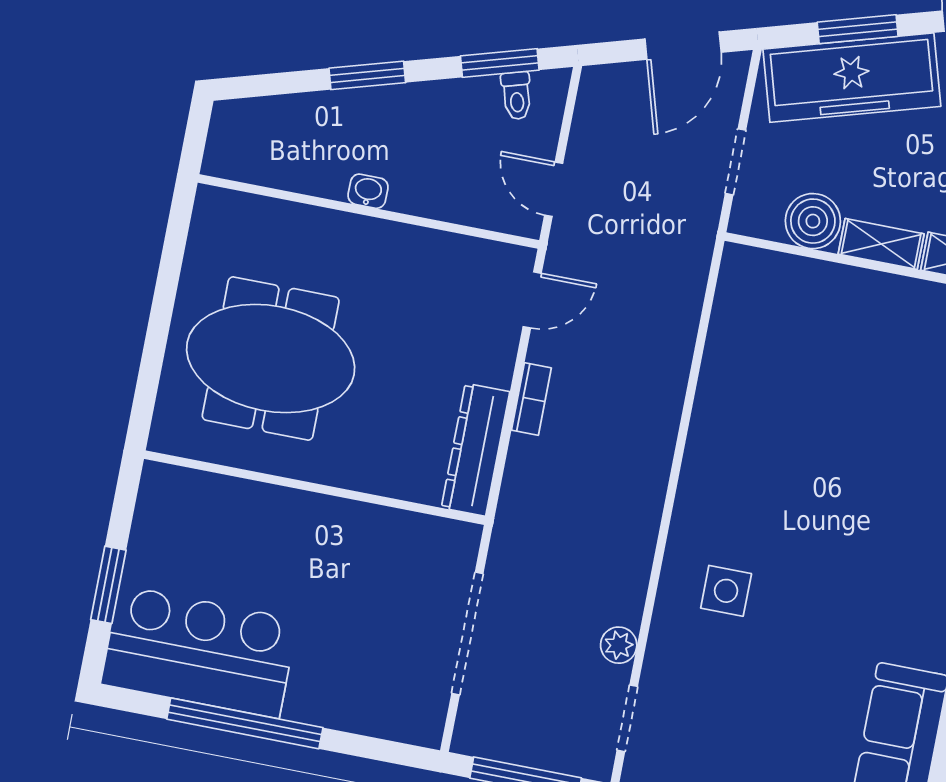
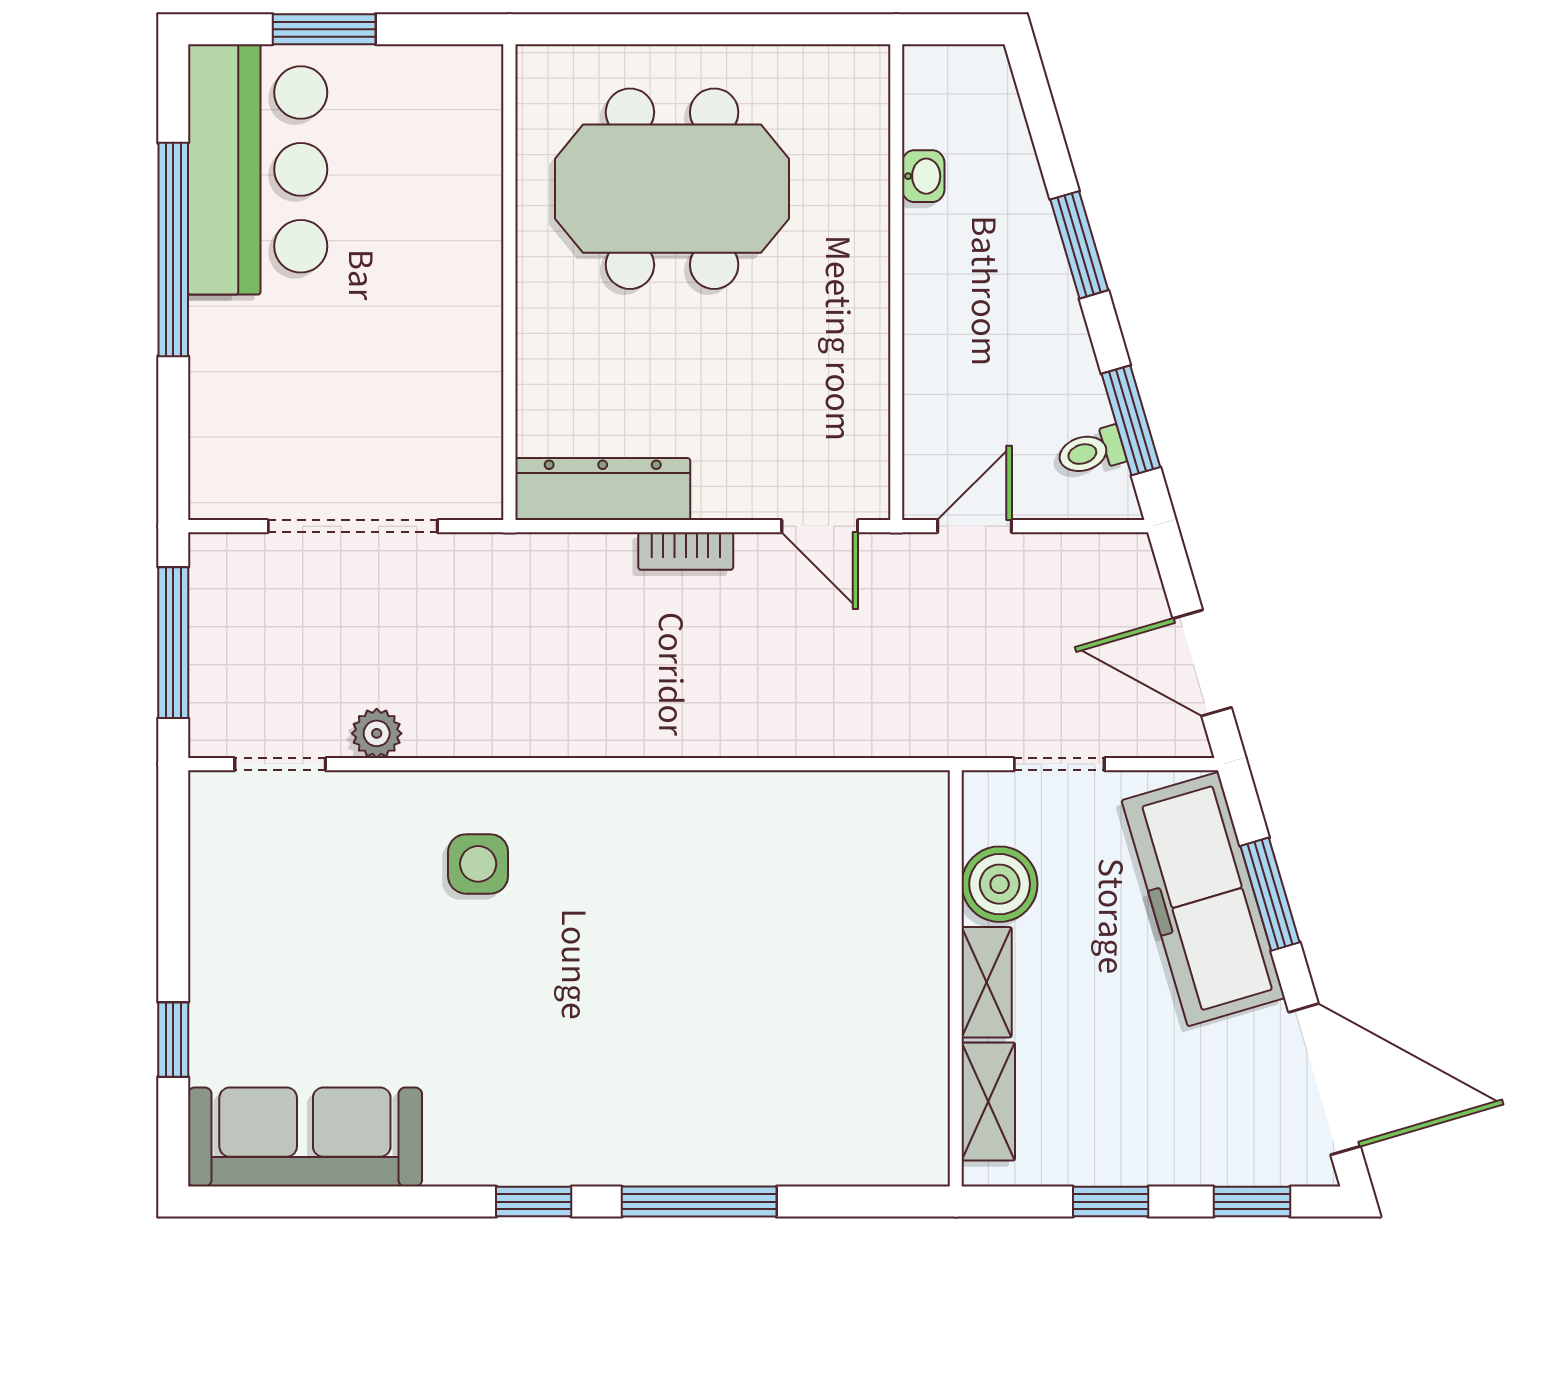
washbasin: (368, 191) -> (923, 176), moved
meeting table: (271, 358) -> (672, 189), turned 90

